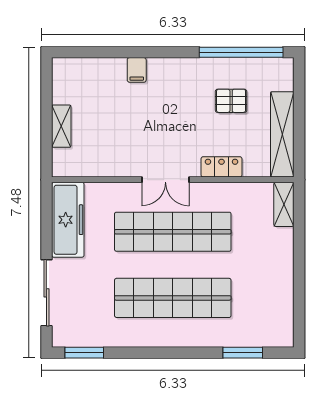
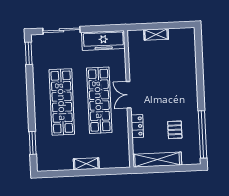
filing cabinet: (137, 70) -> (190, 76), removed
shelving: (284, 204) -> (86, 164), moved

